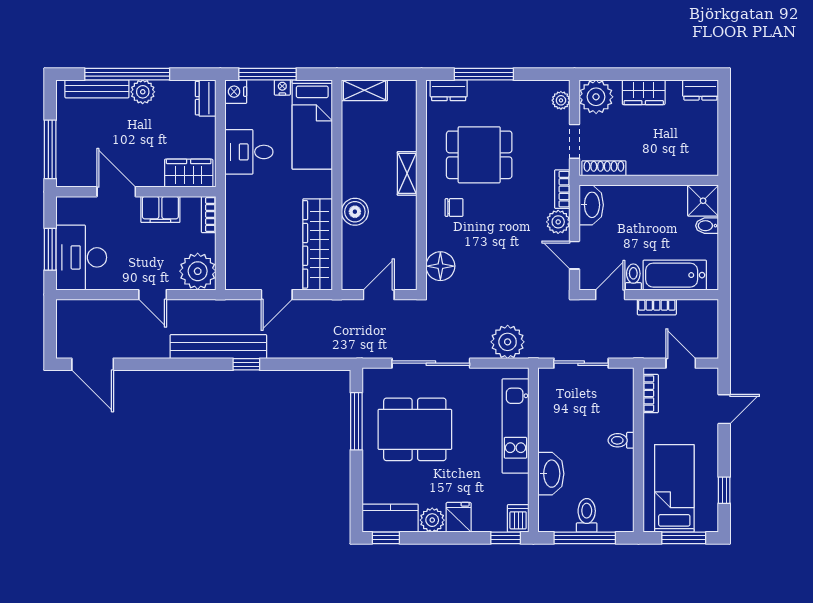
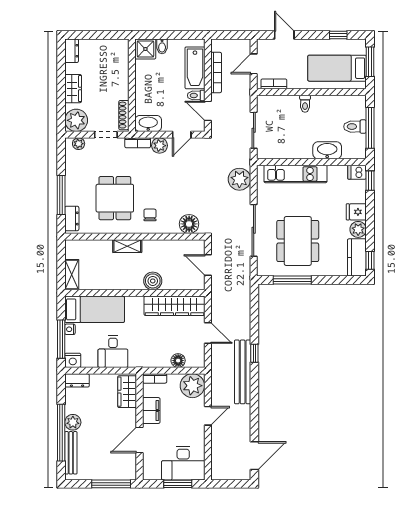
floor lamp: (235, 250) -> (178, 361), added
bookcase: (657, 307) -> (216, 72), width x1.56

